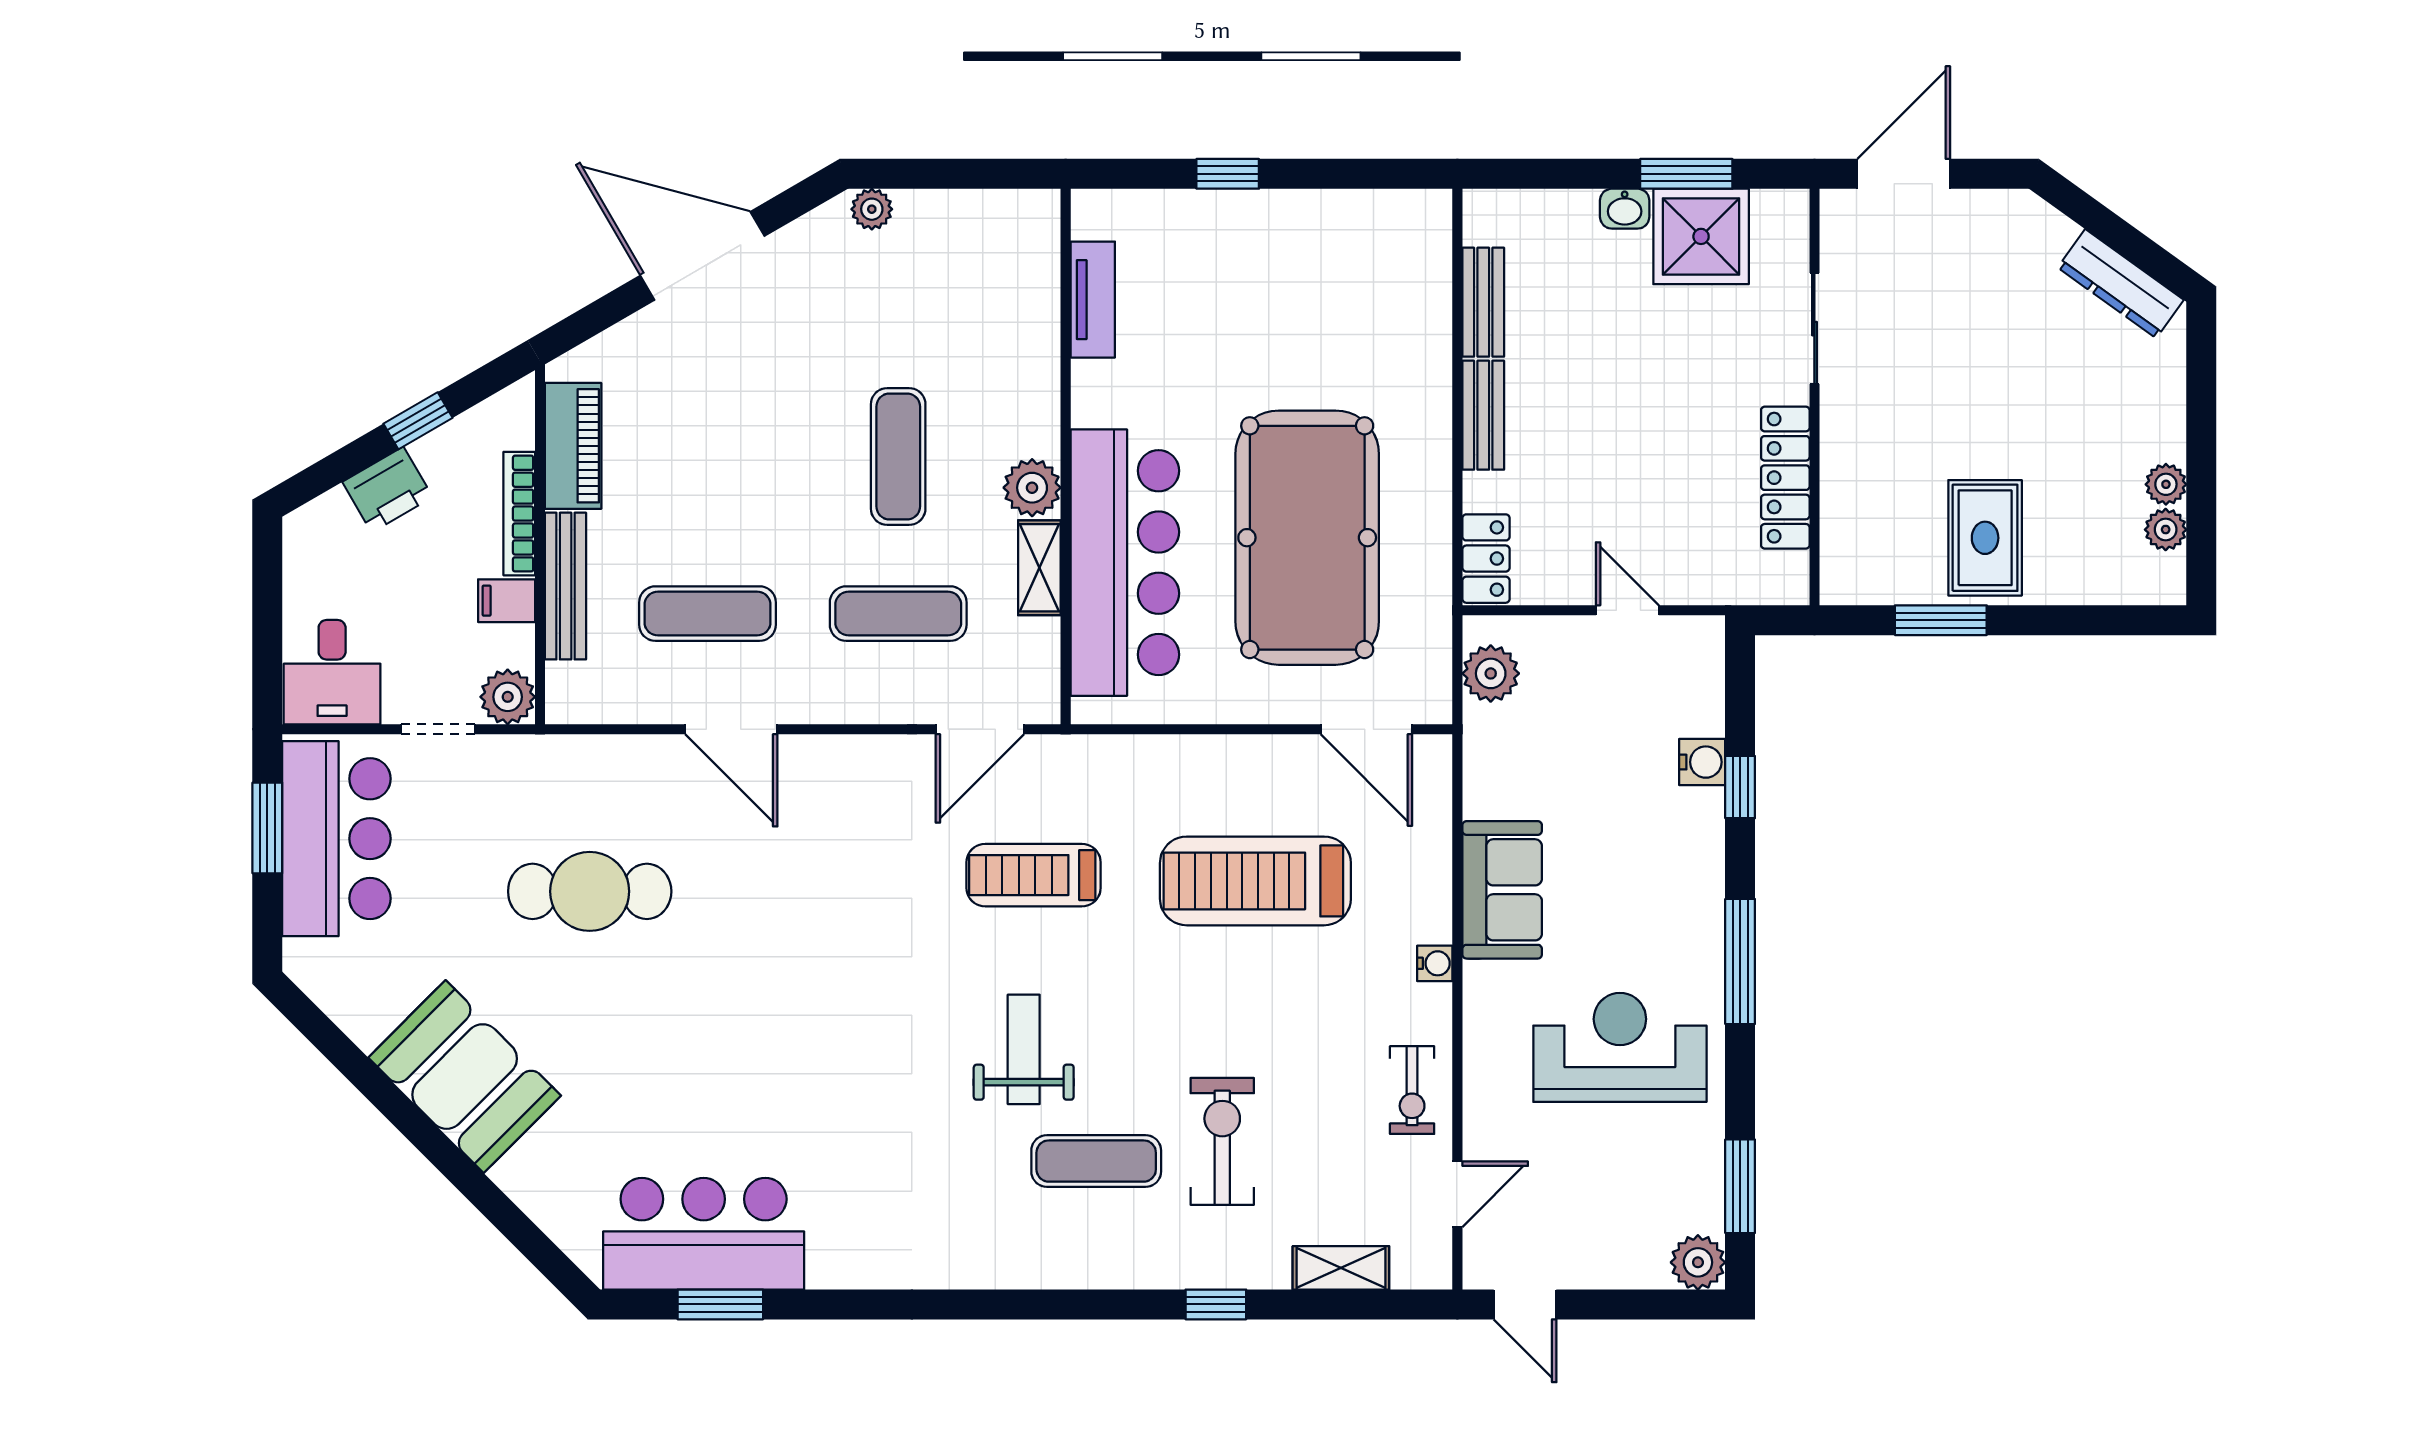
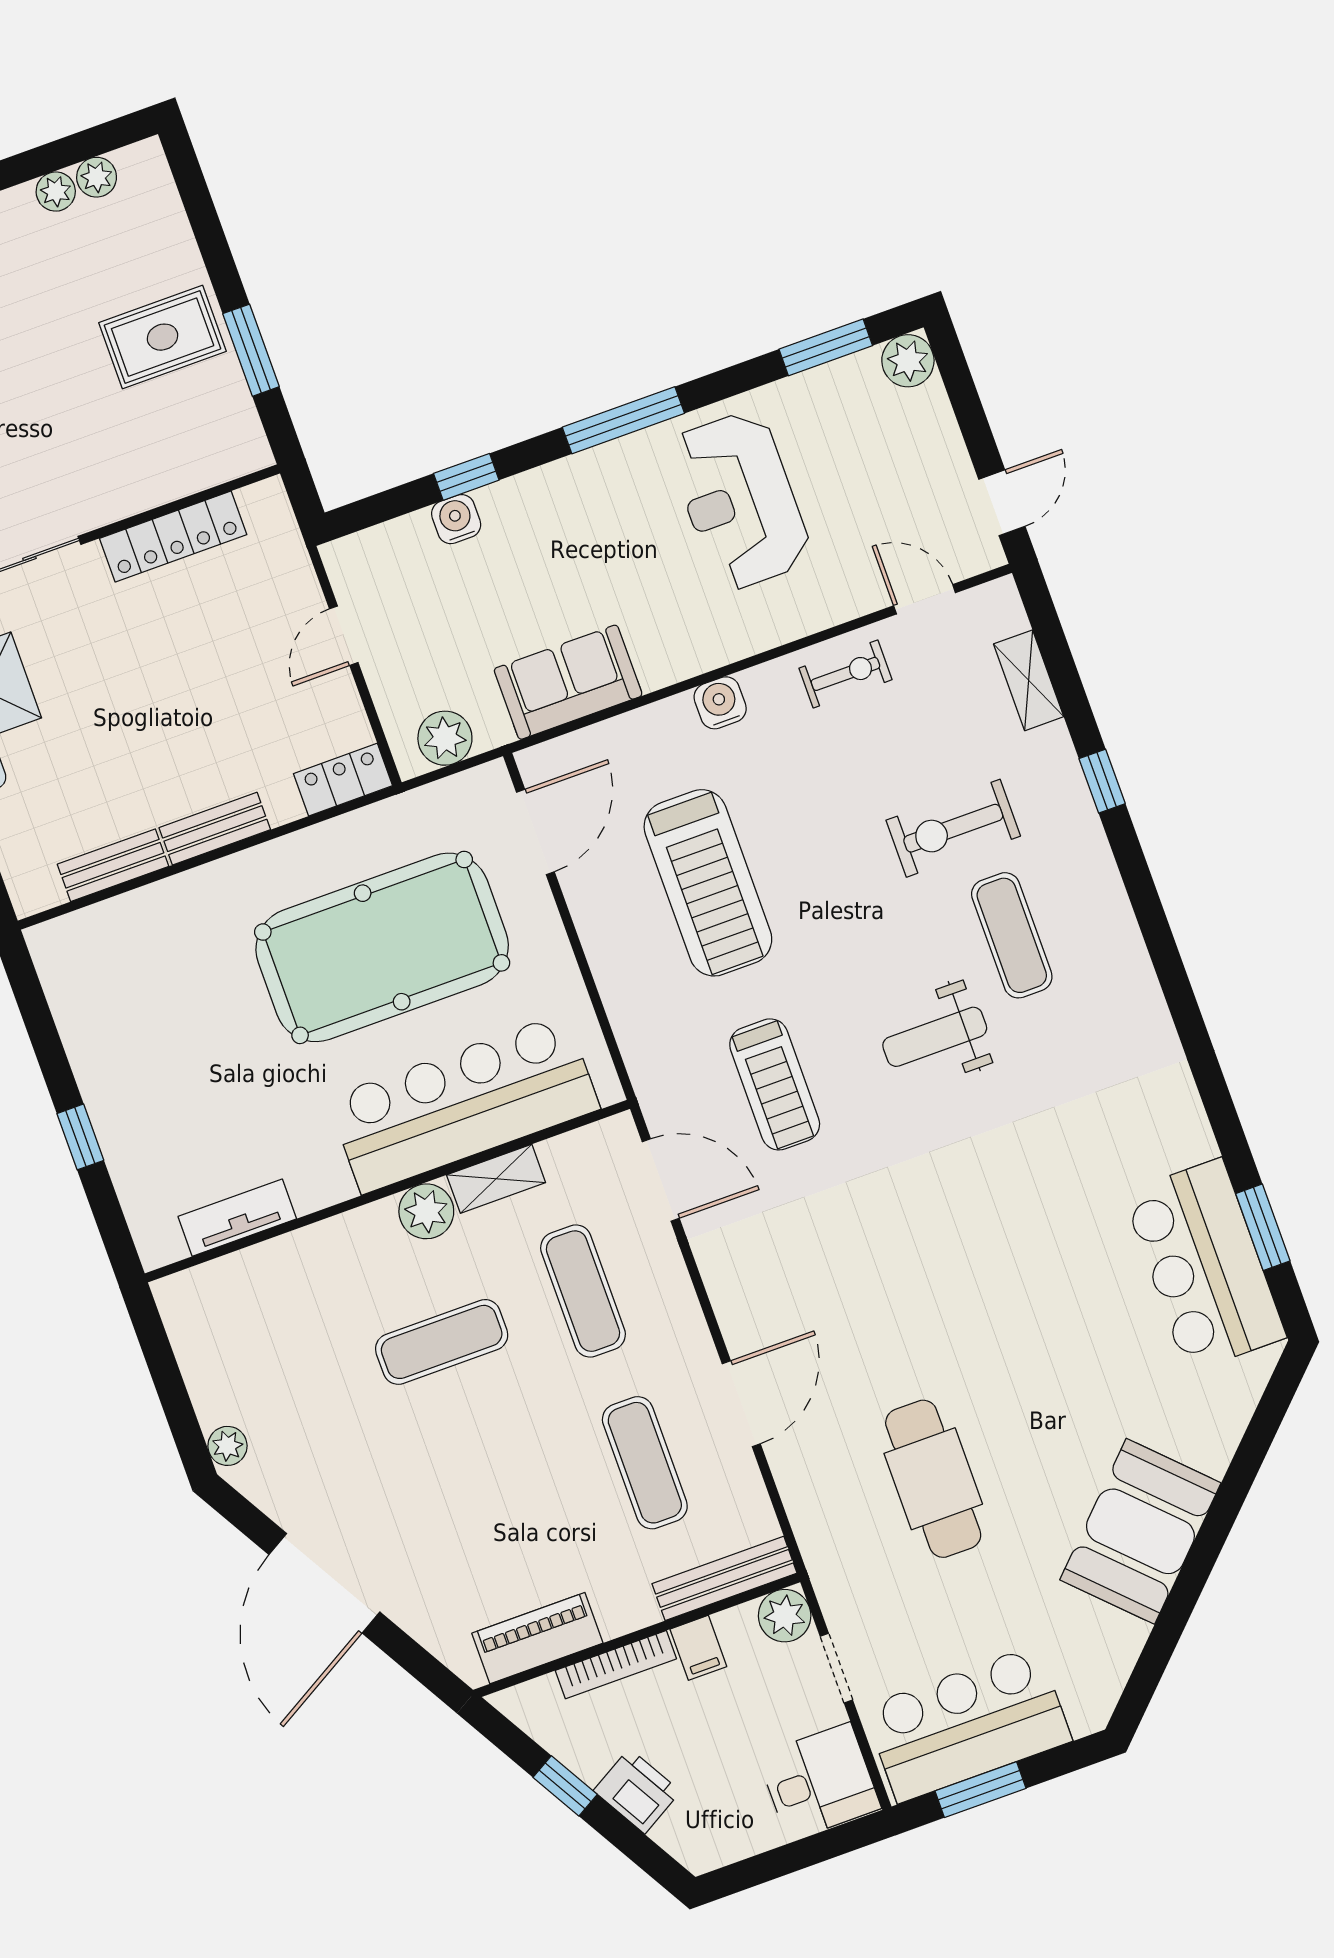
bench: (566, 586) -> (725, 1578), moved
sofa: (1502, 890) -> (568, 682), moved
water cooler: (1435, 963) -> (720, 703), width x1.38, depth x1.38

